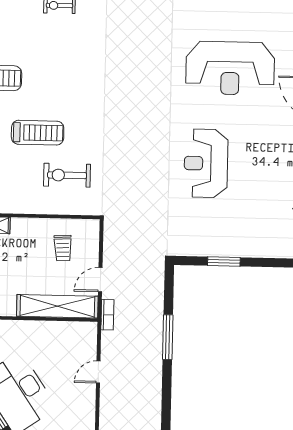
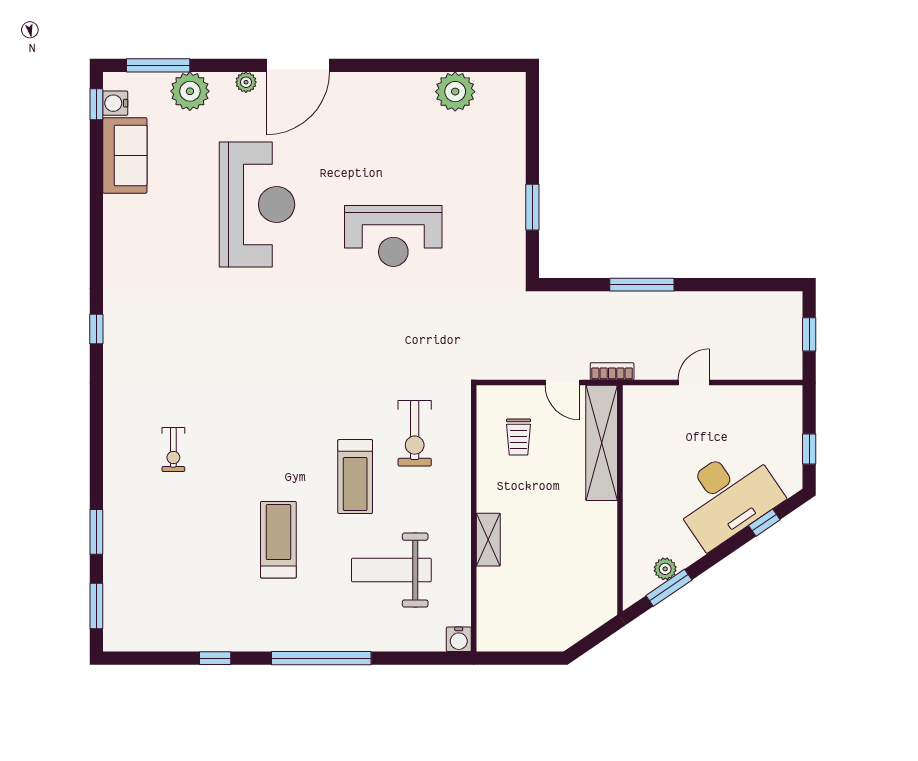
treadmill: (38, 133) -> (355, 477), turned 180
trolley: (63, 248) -> (519, 437), turned 93
door: (98, 372) -> (694, 383), swing flipped

